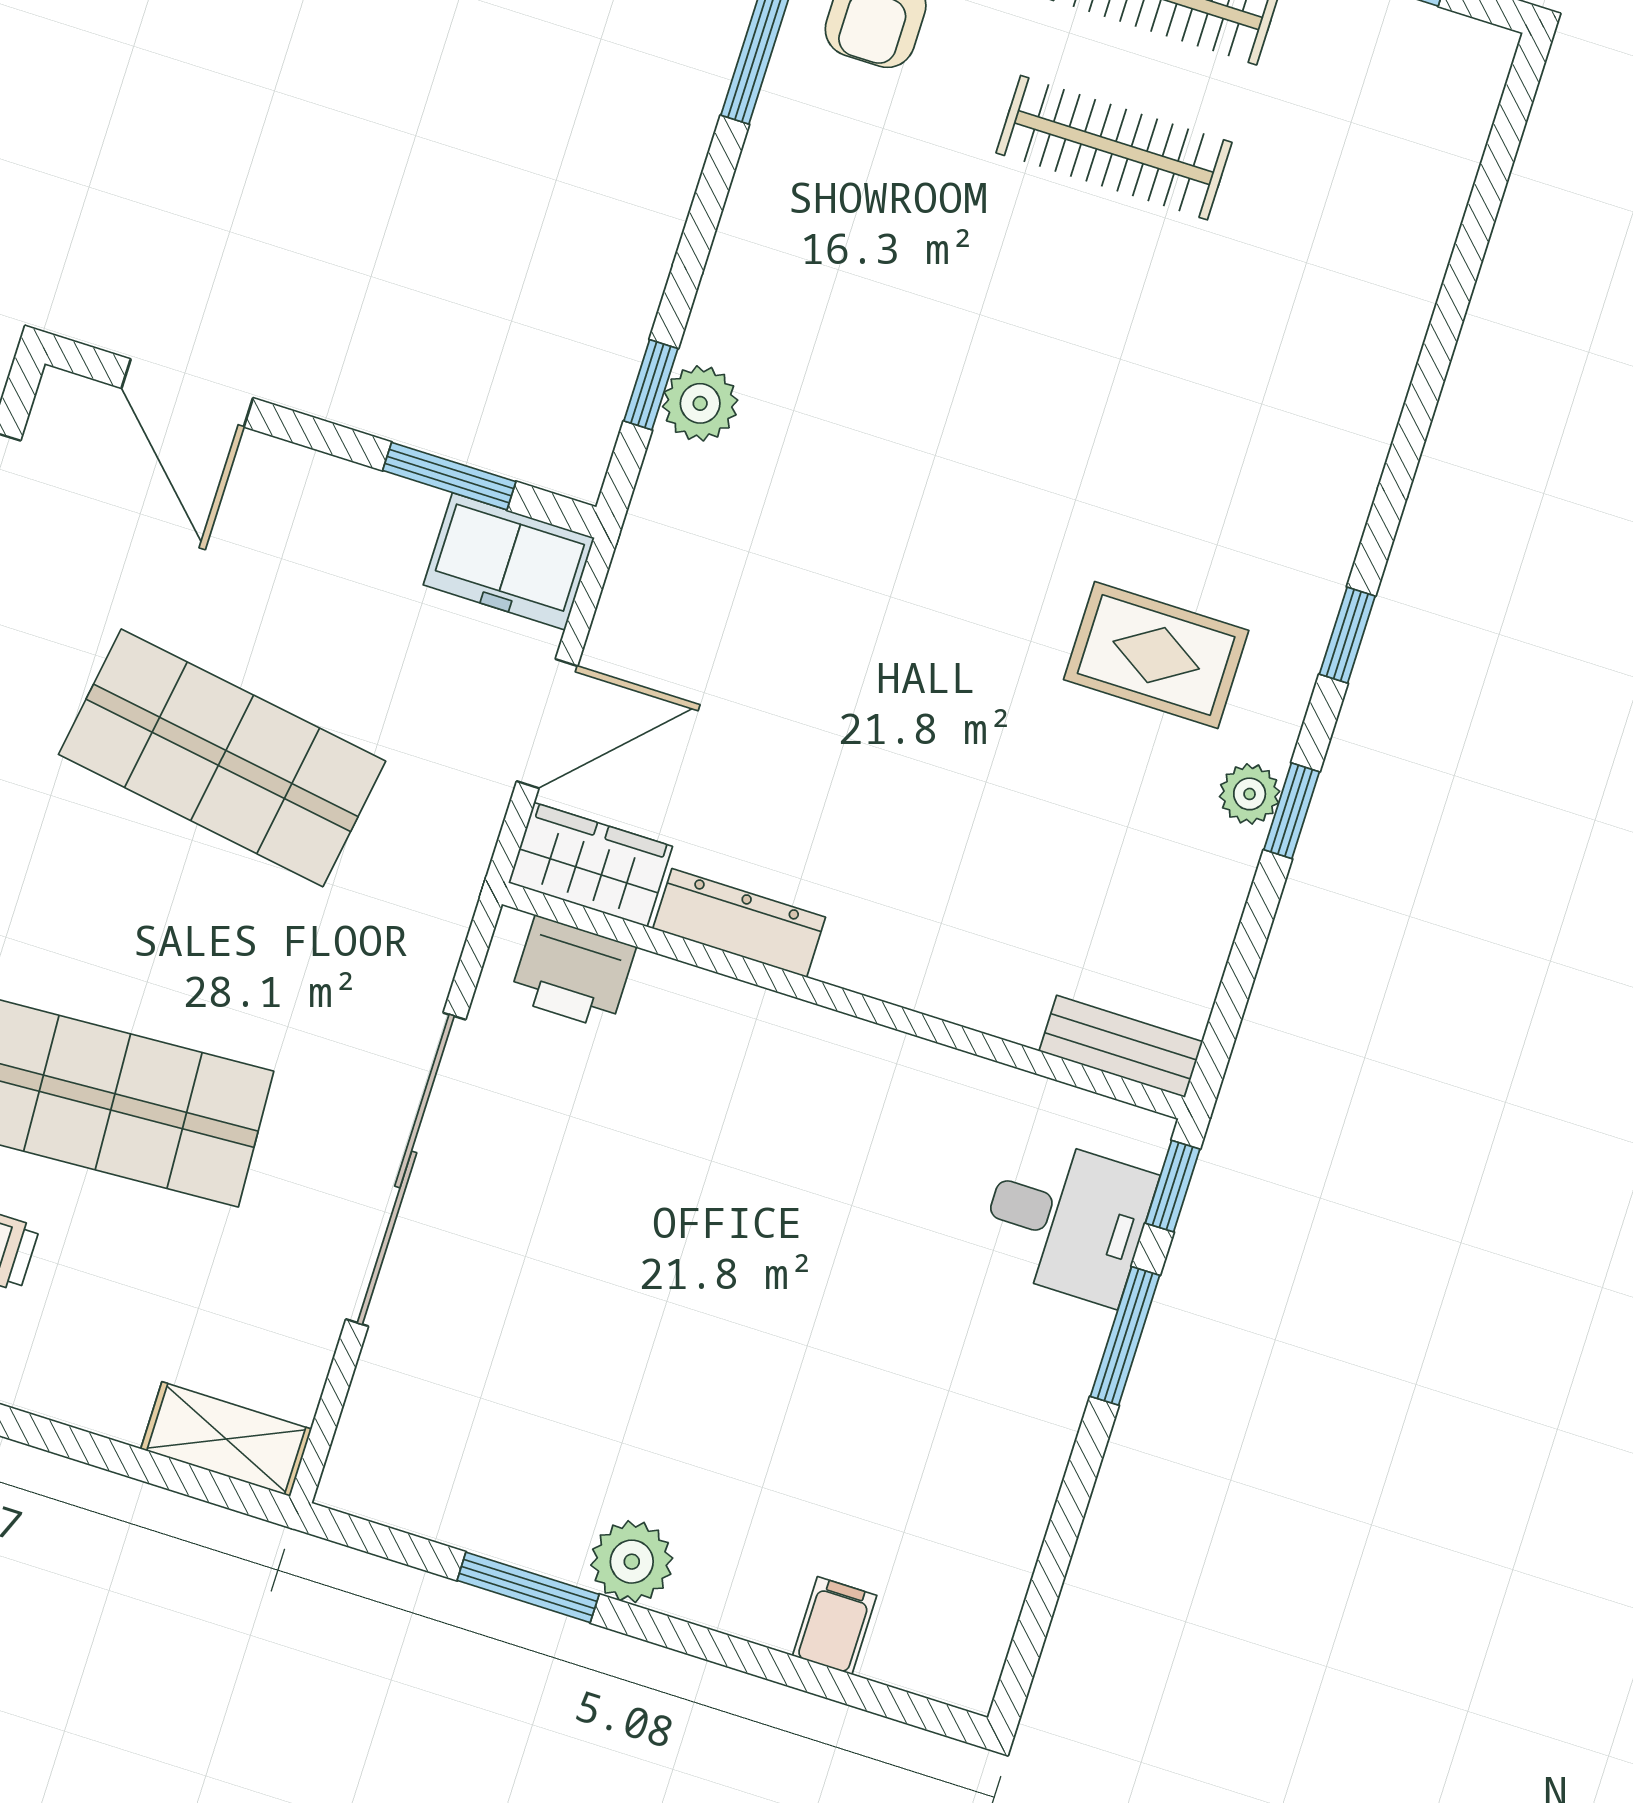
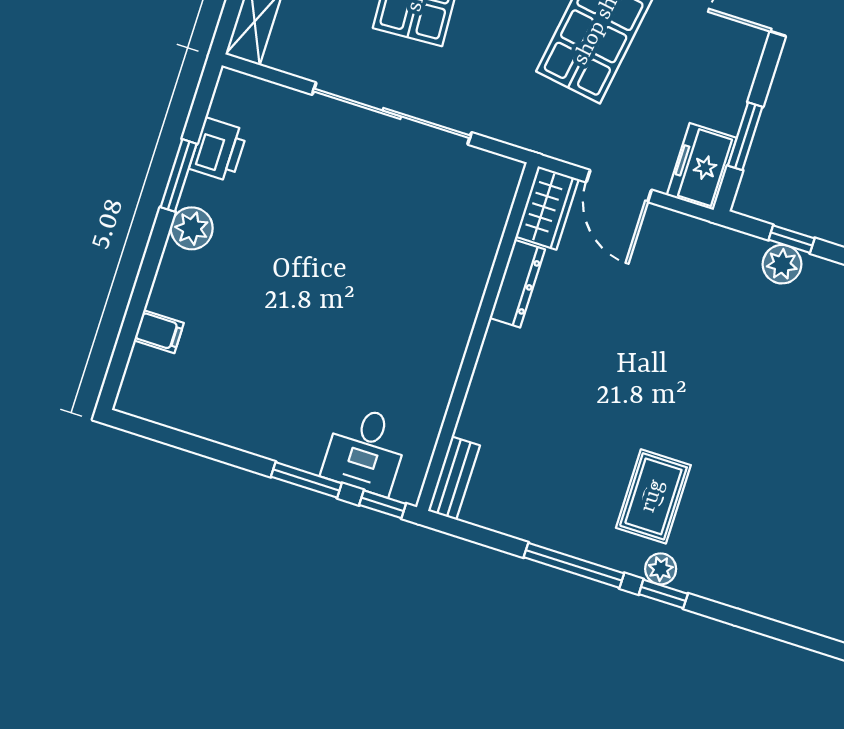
plant: (1250, 794) -> (661, 569), moved
window: (1292, 811) -> (574, 565), width x2.17
printer: (573, 973) -> (218, 150), moved, turned 180

